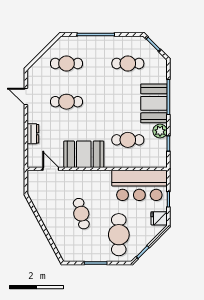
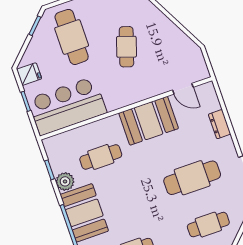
cafe table: (66, 102) -> (192, 178), width x1.37, depth x1.35
cafe table: (81, 214) -> (126, 47), turned 32

